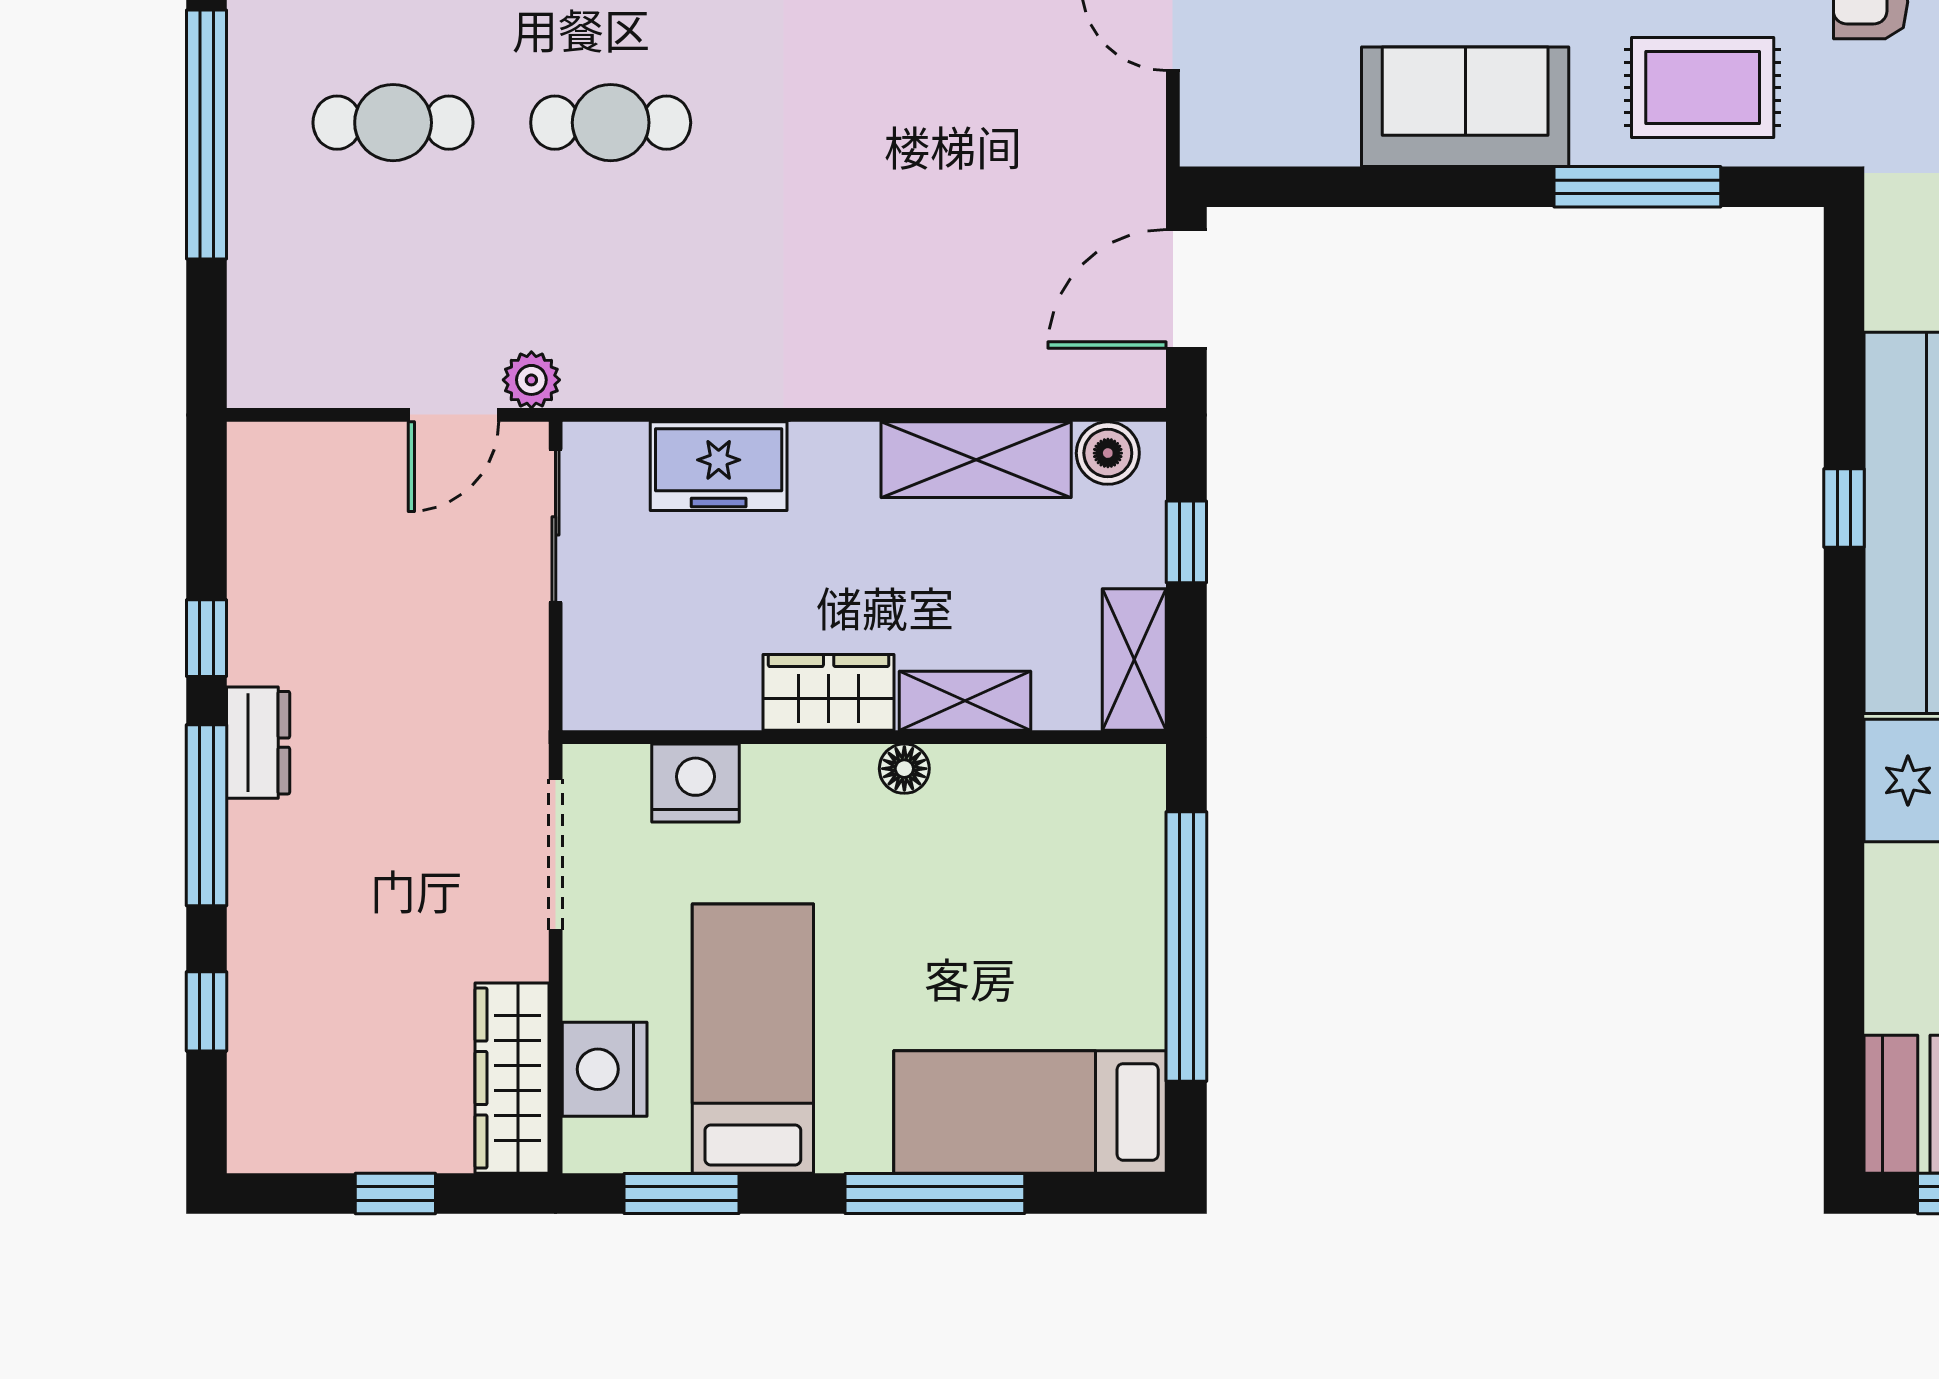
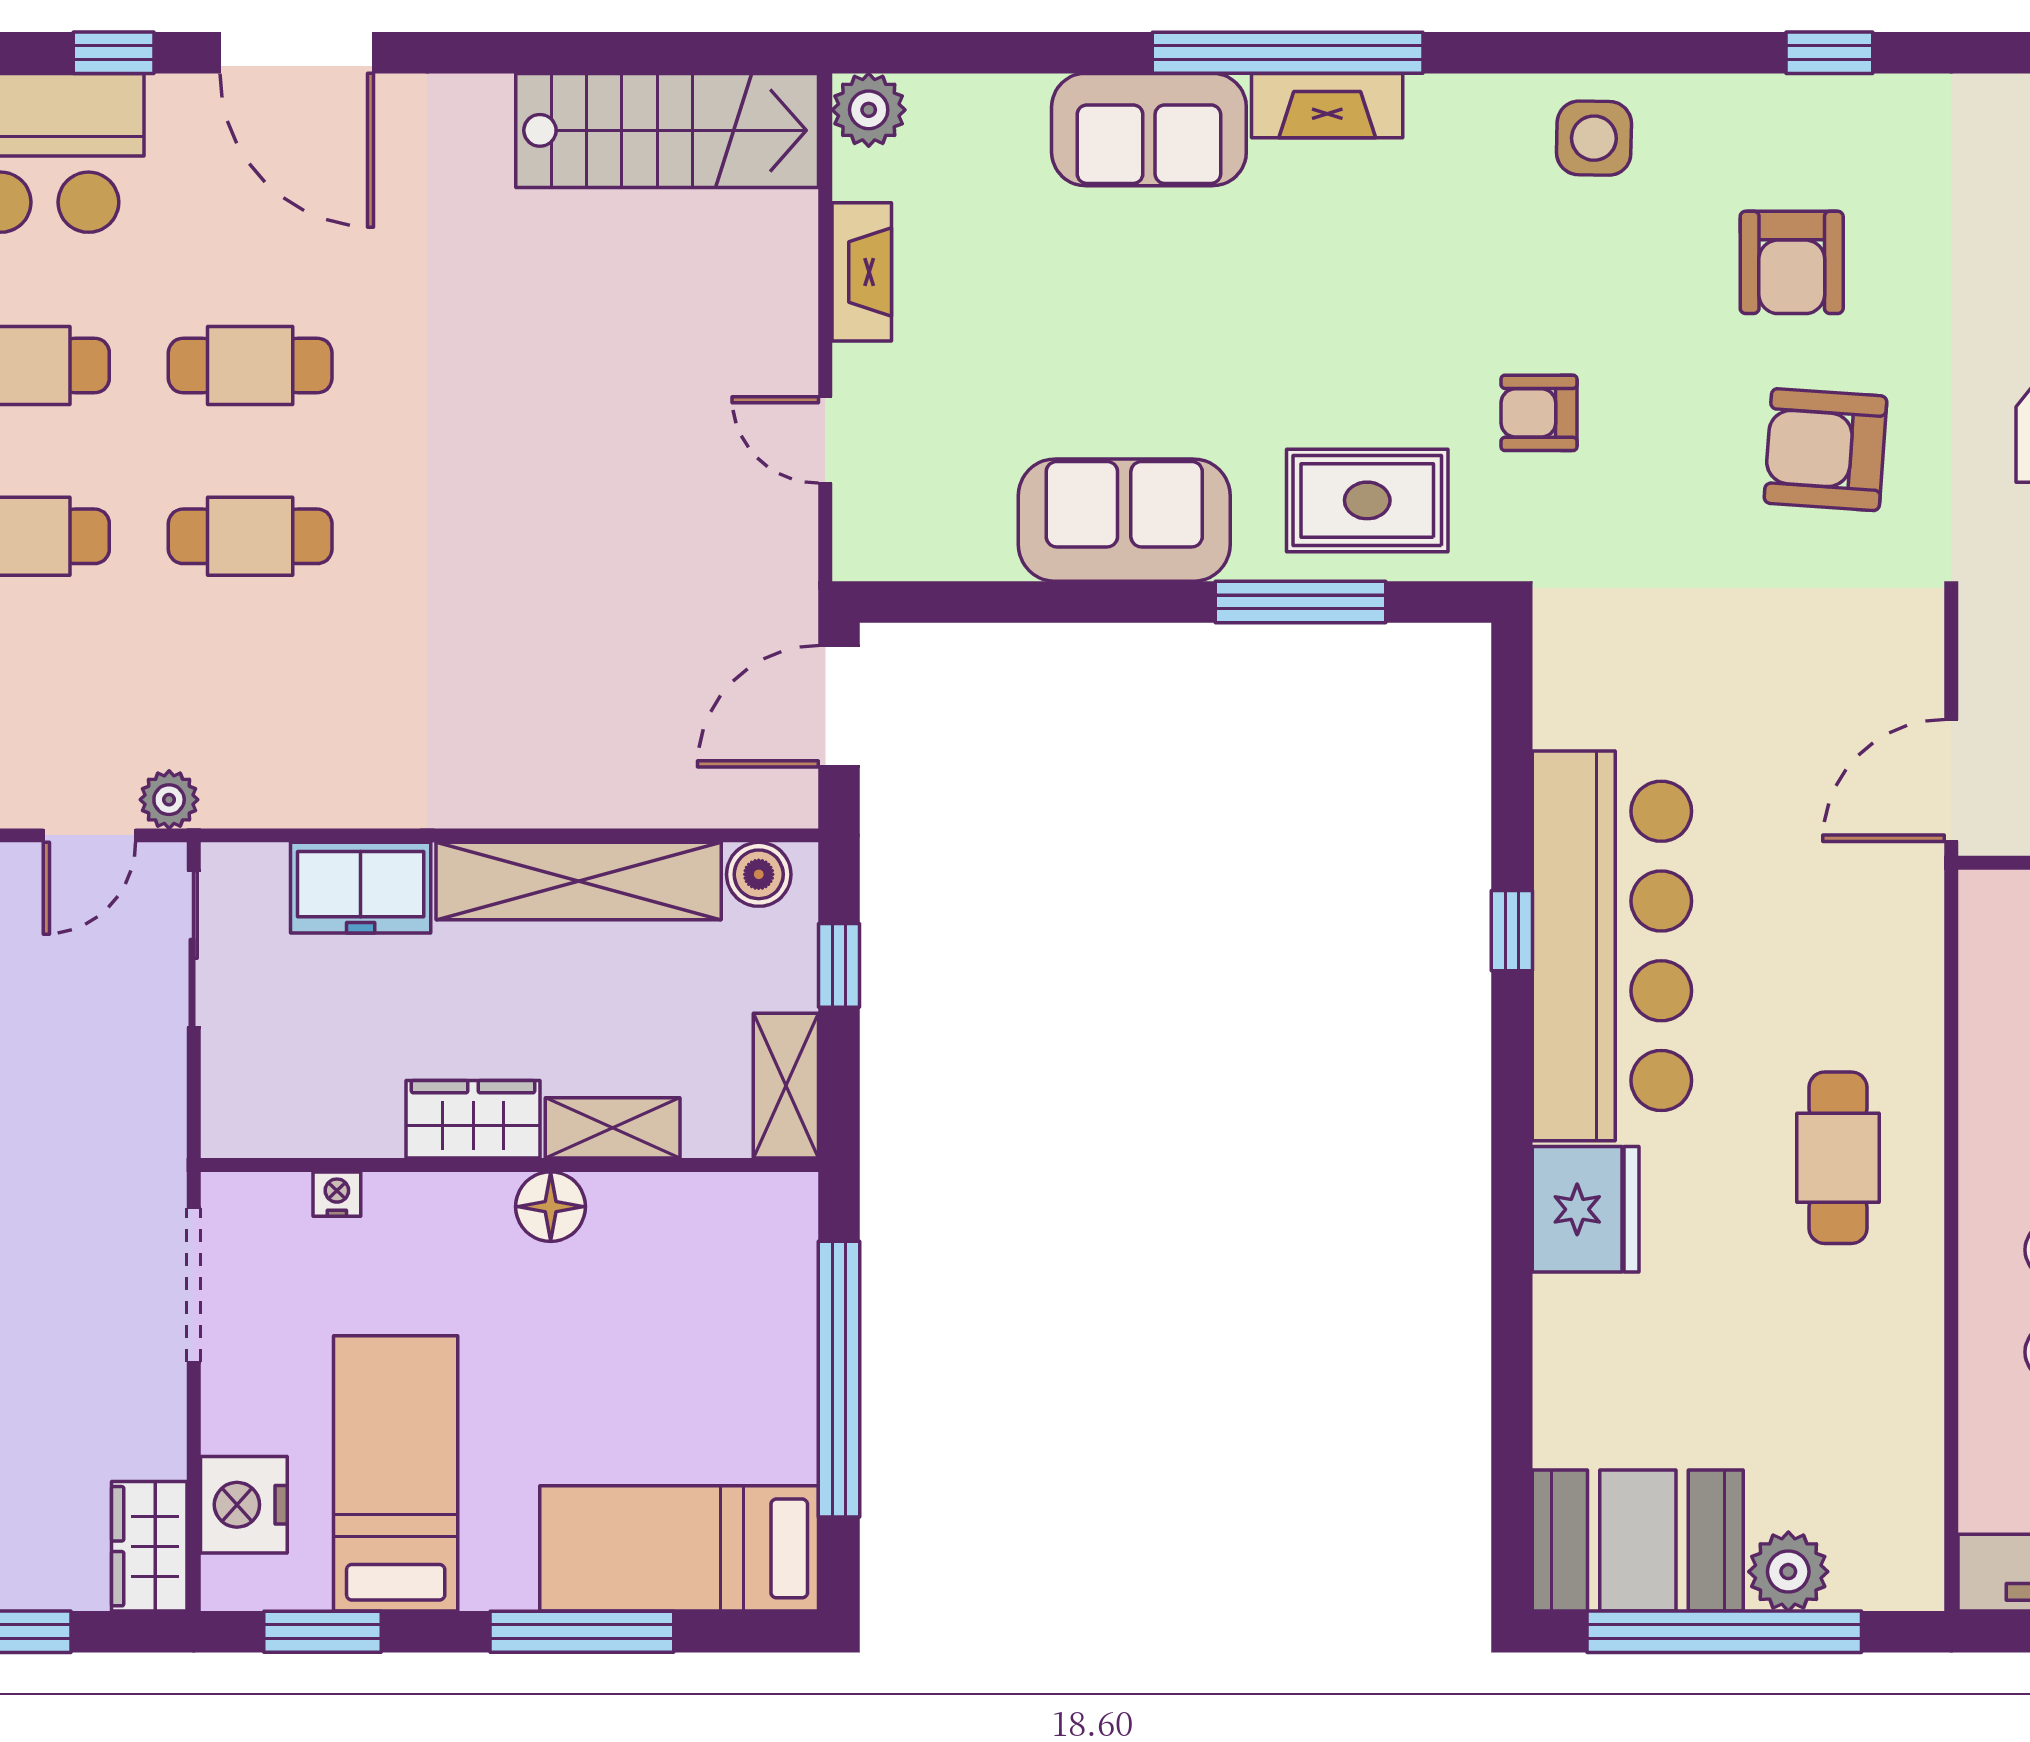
shelving: (976, 460) -> (579, 881), width x1.47
floor lamp: (904, 769) -> (551, 1207), width x1.37, depth x1.37
nightstand: (695, 783) -> (337, 1194), width x0.53, depth x0.56
wardrobe: (512, 1078) -> (149, 1546), width x0.67

